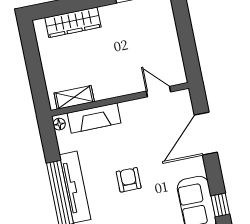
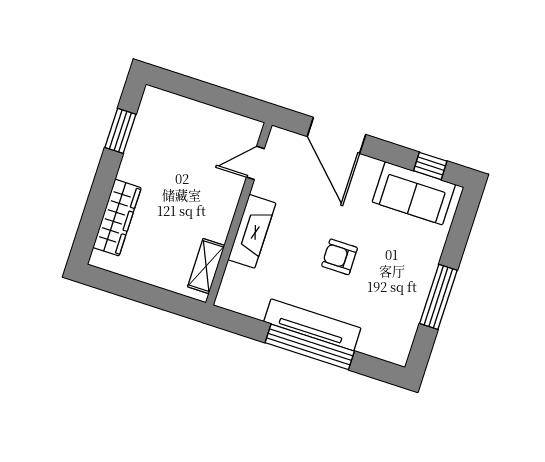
fireplace: (94, 118) -> (252, 231), moved
floor lamp: (59, 124) -> (228, 302), removed

